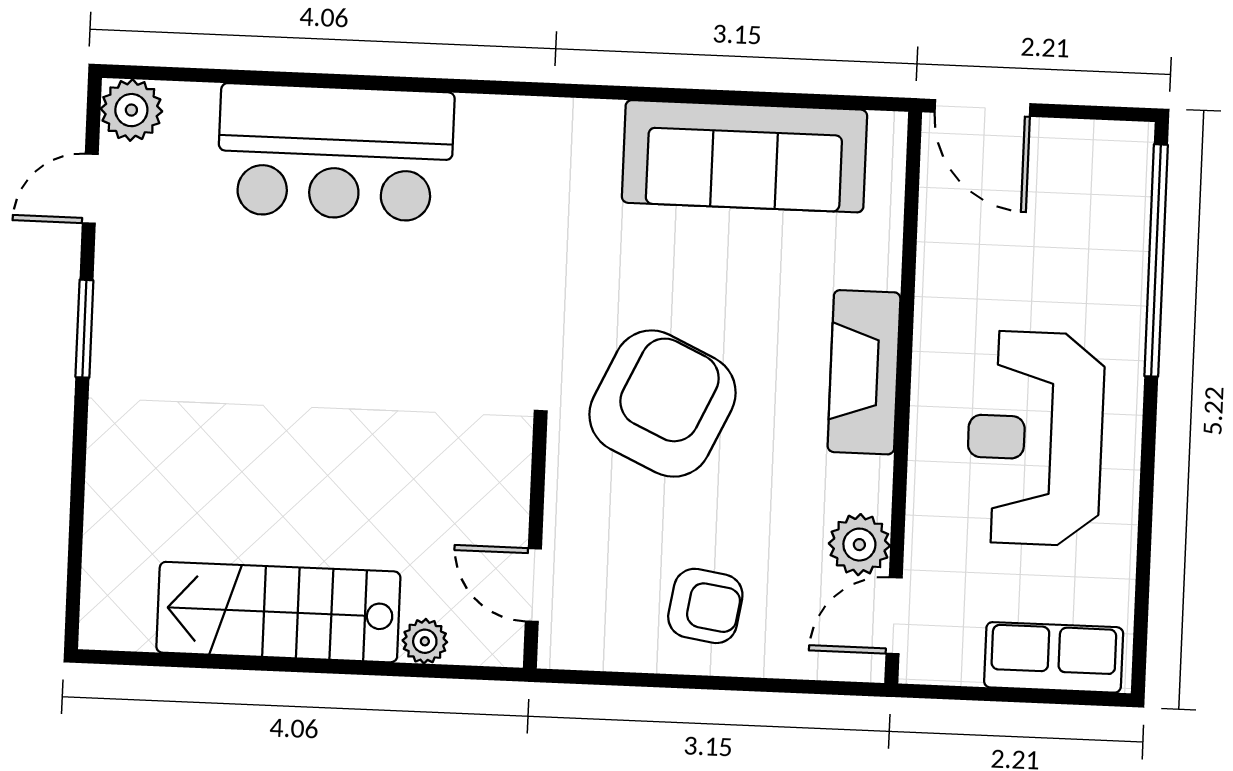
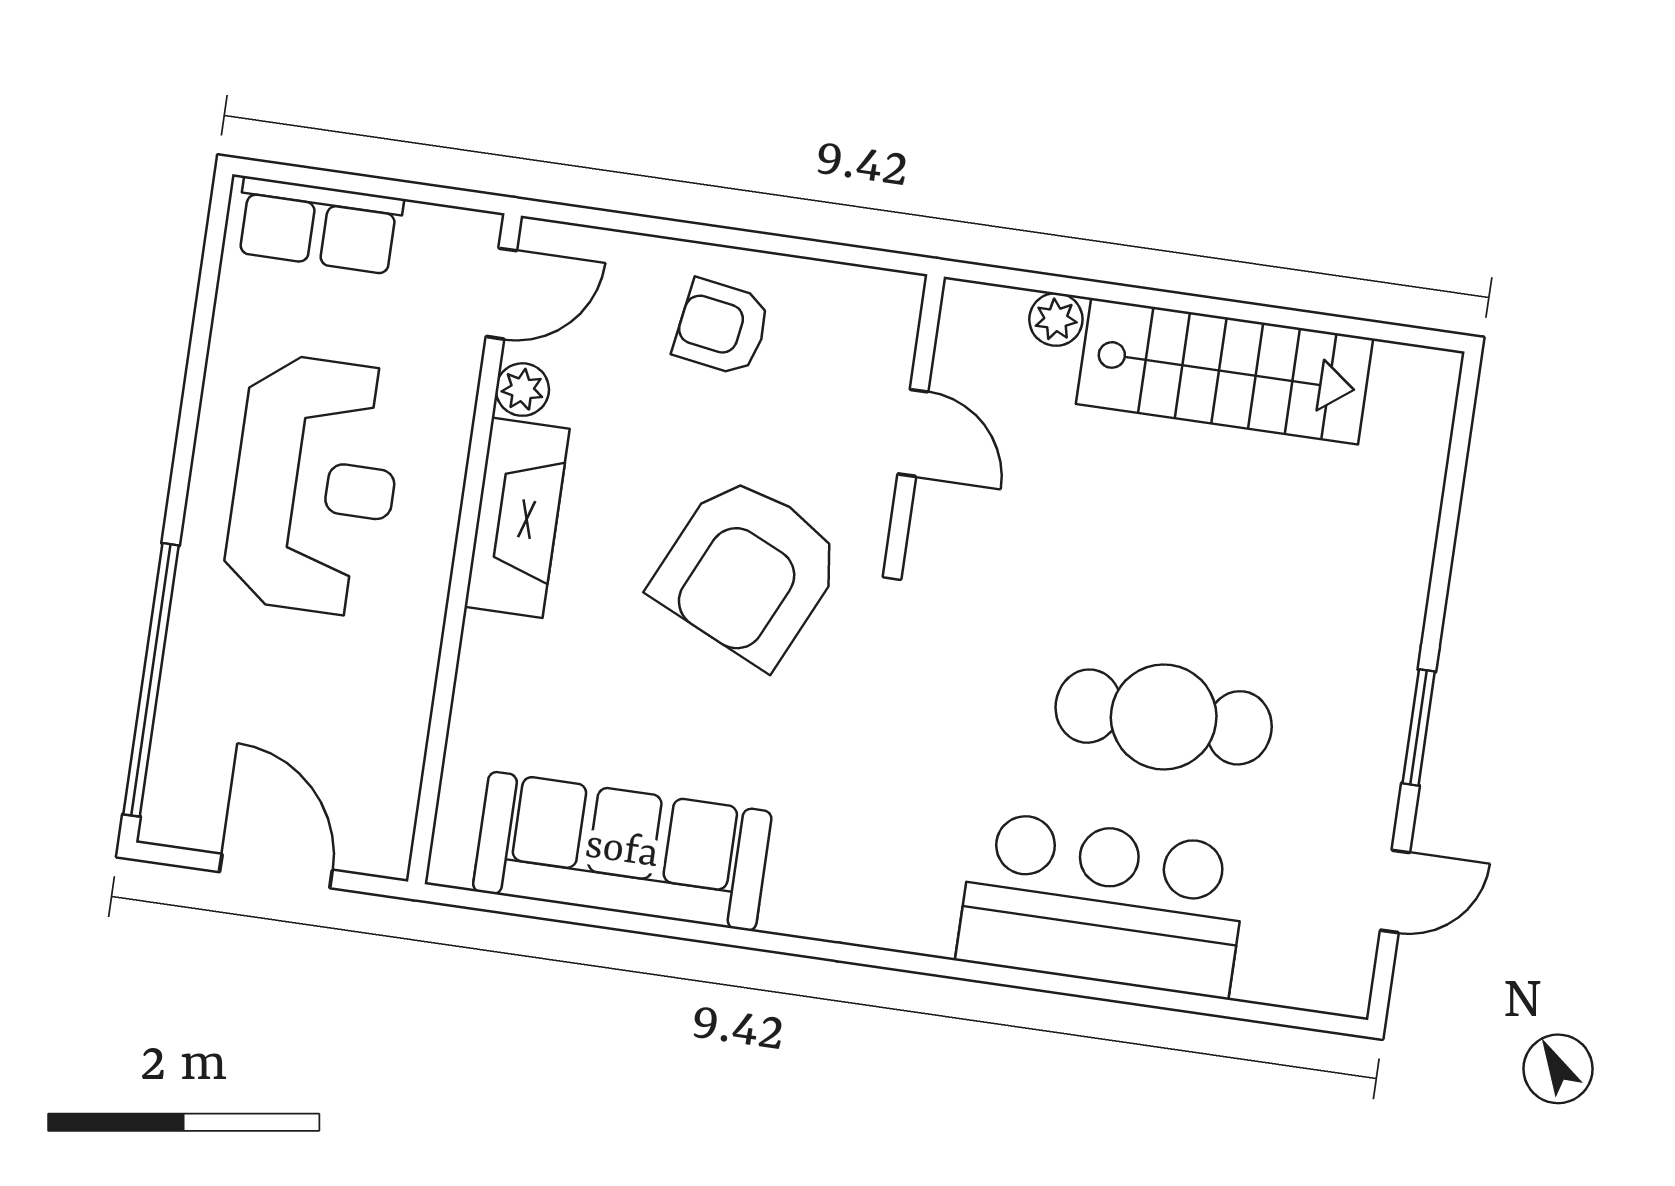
door: (983, 108) -> (276, 871), moved
plant: (131, 110) -> (1337, 979), removed
cafe table: (300, 316) -> (1164, 717), added
fireplace: (864, 372) -> (517, 518), moved
plant: (859, 545) -> (522, 390), width x0.73, depth x0.73
door: (533, 585) -> (913, 433), moved

